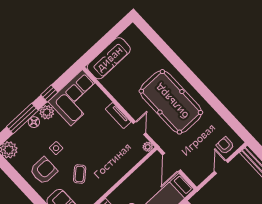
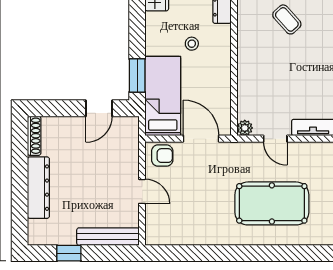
pool table: (171, 102) -> (272, 203), width x0.73, depth x0.76
armchair: (225, 145) -> (162, 156), moved

